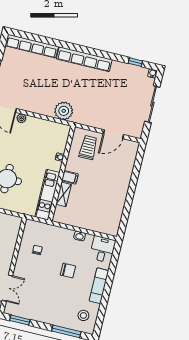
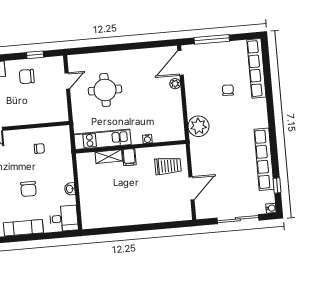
row of seats: (84, 59) -> (264, 159), moved
chair: (42, 76) -> (228, 90), added
door: (114, 134) -> (191, 188), swing flipped

